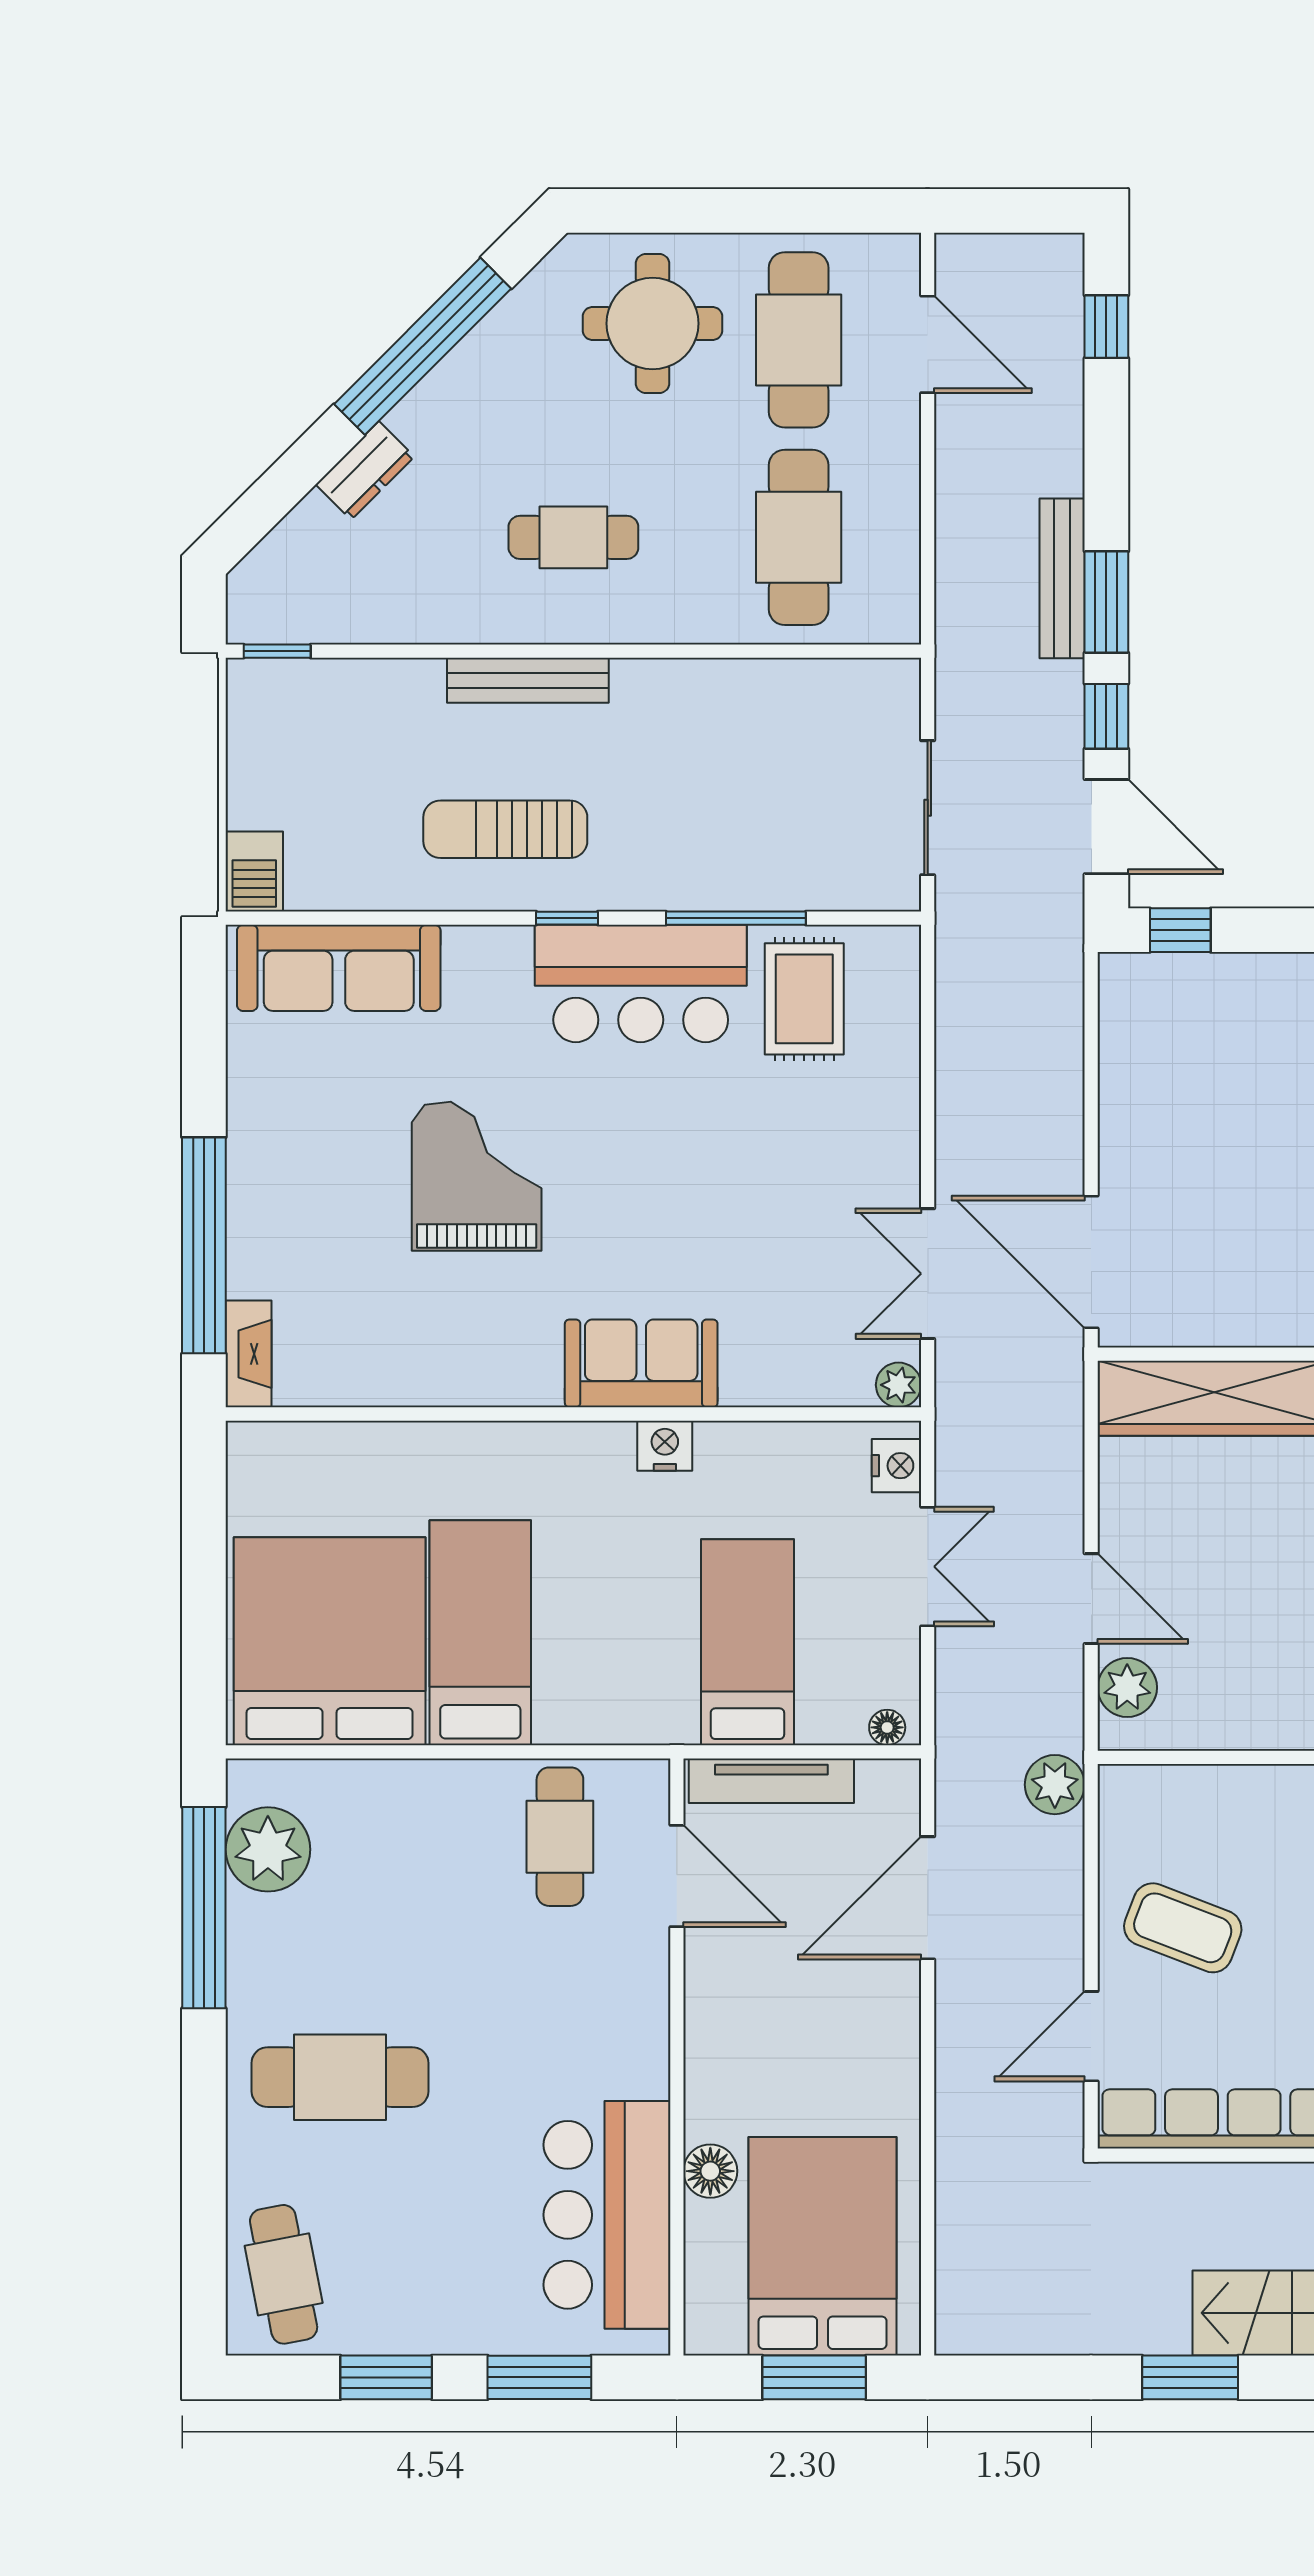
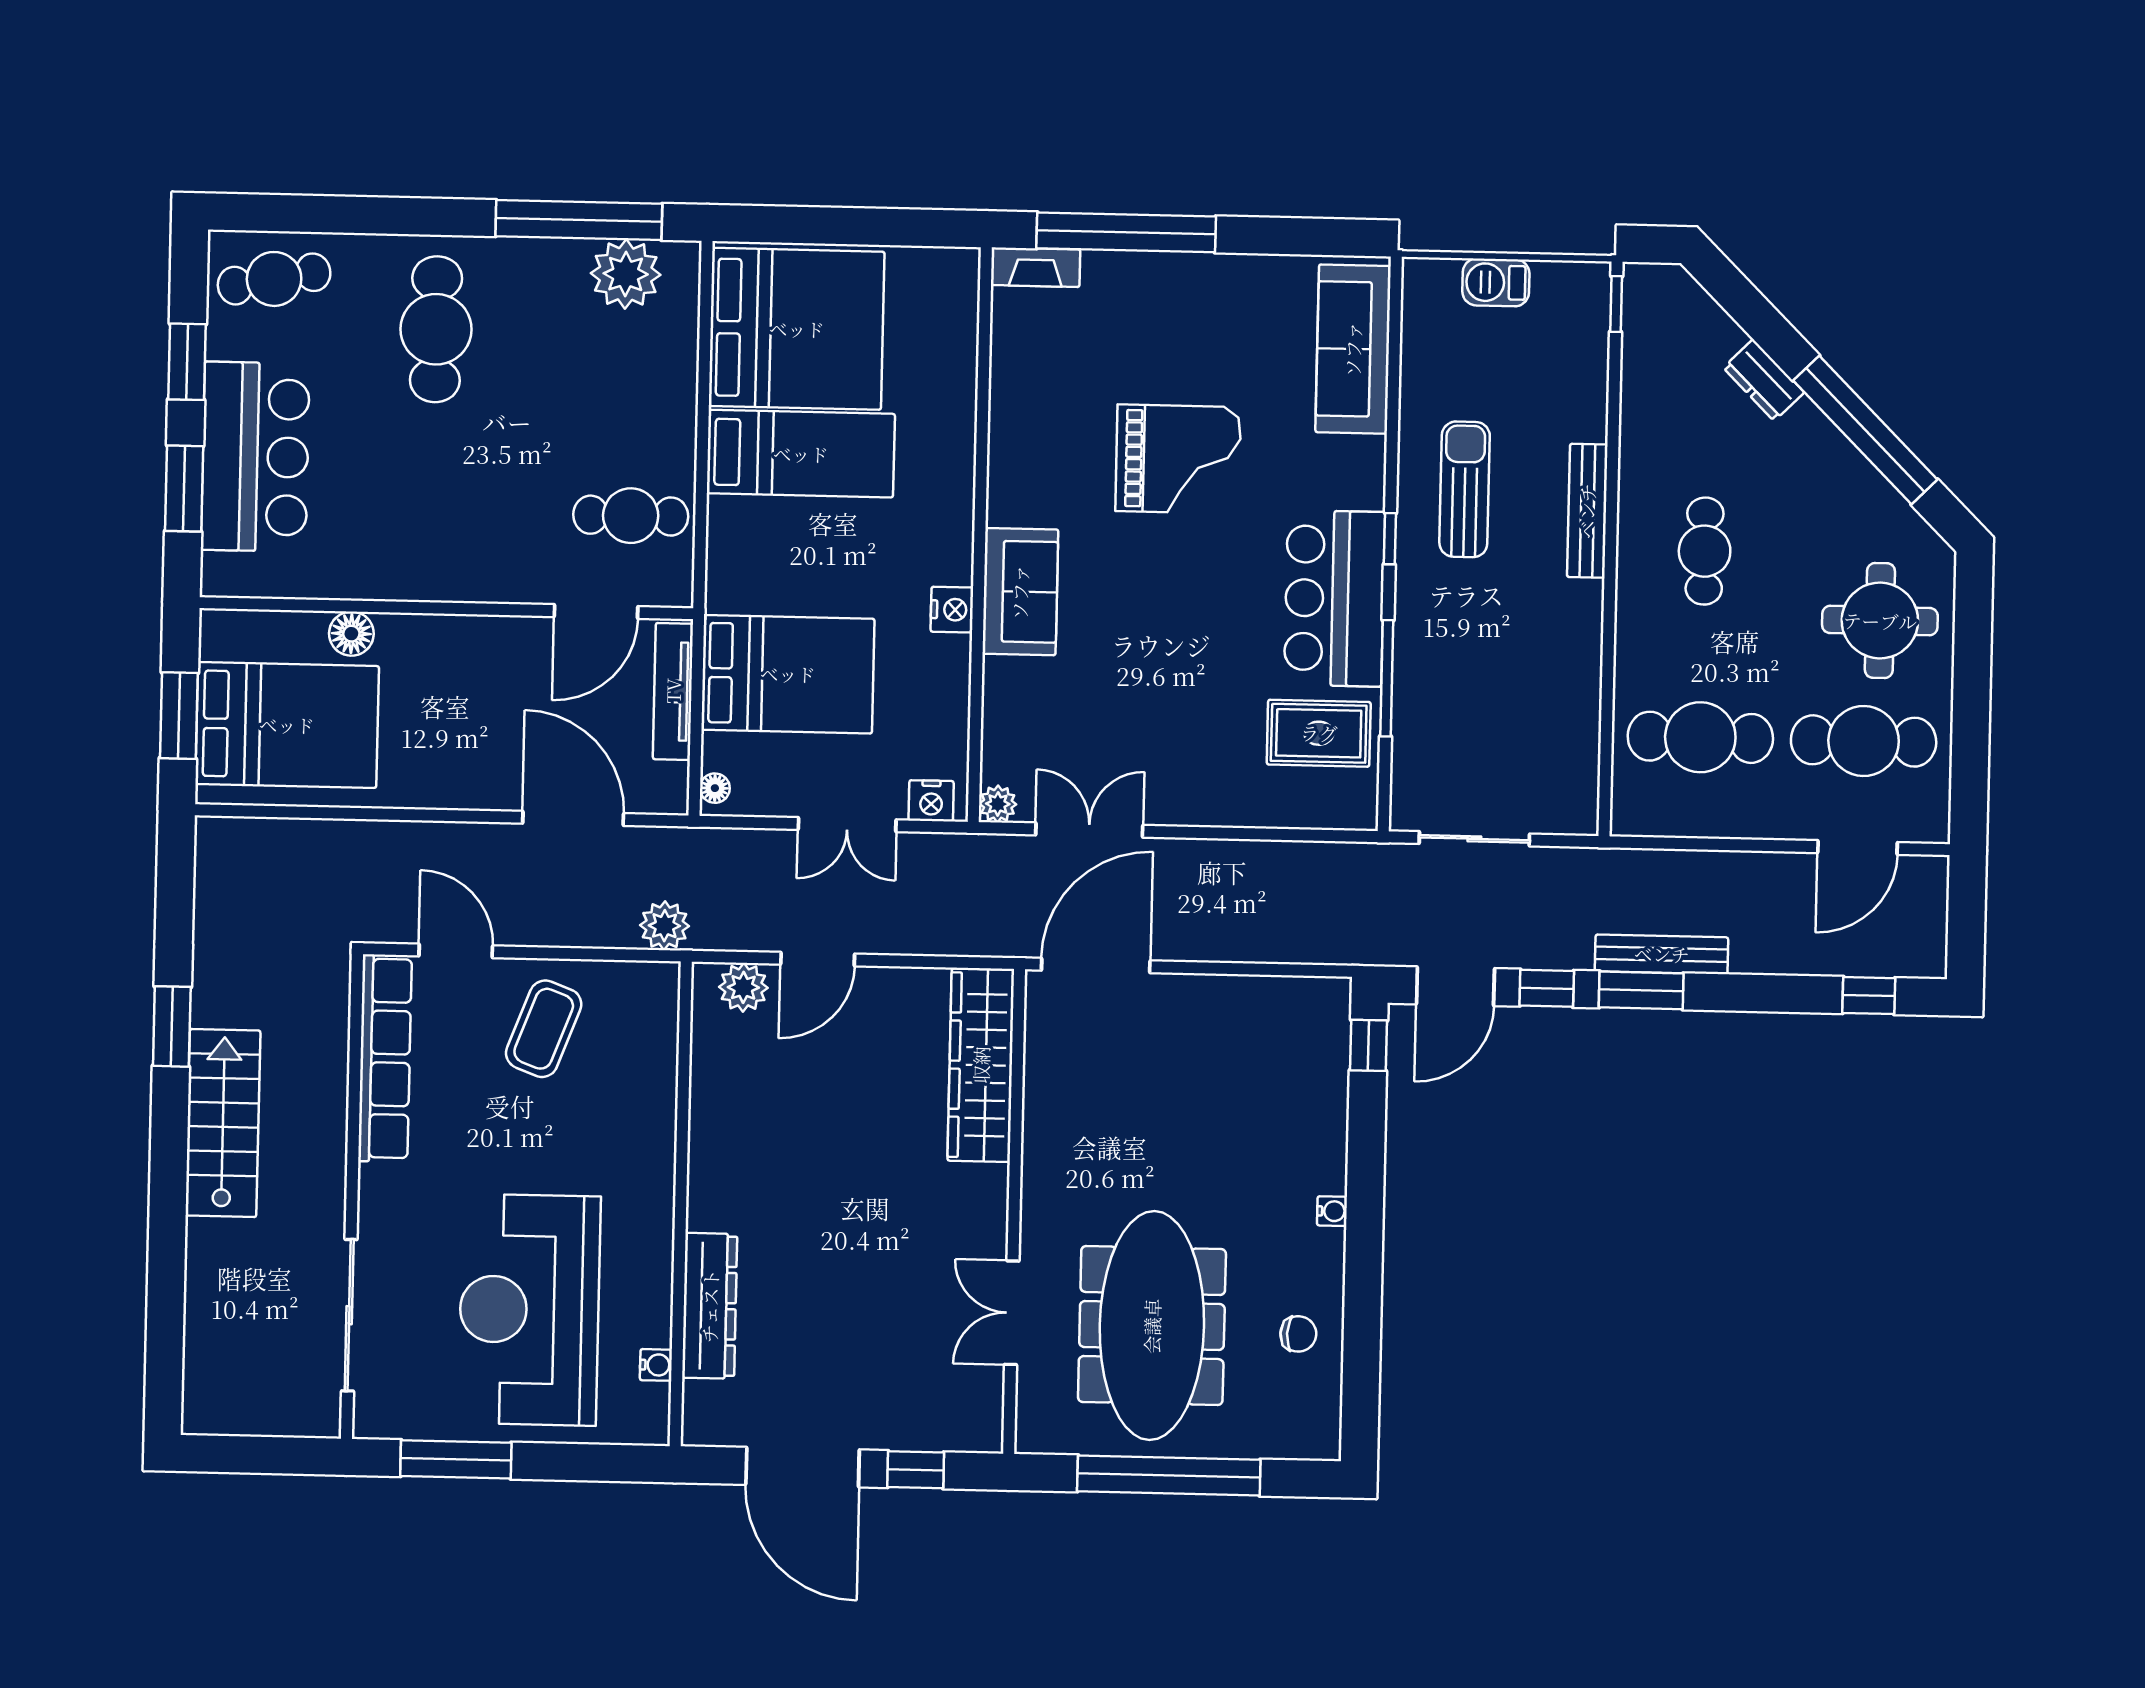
barbecue: (254, 871) -> (1496, 282), moved
bed: (747, 1642) -> (788, 674), width x1.50
bar counter: (607, 2215) -> (255, 457), moved, turned 90

